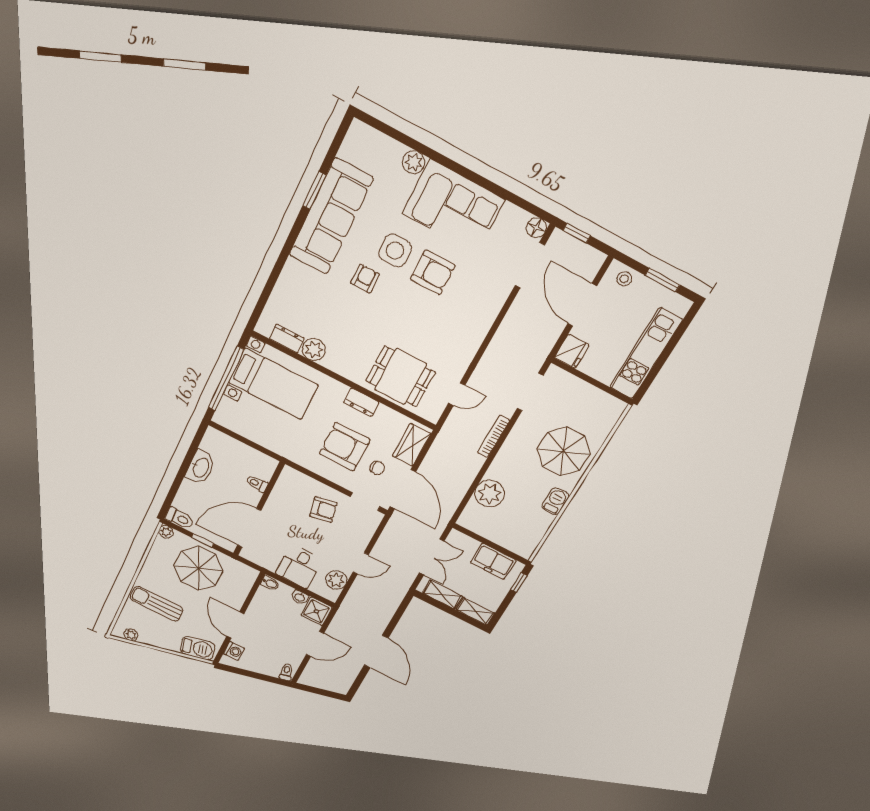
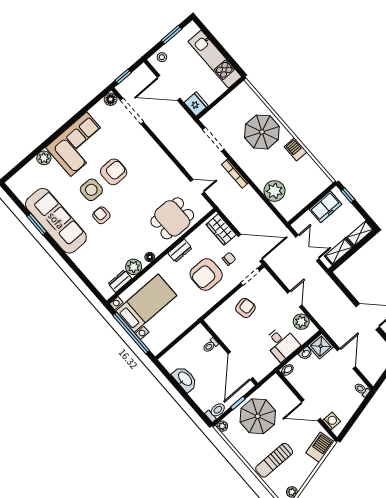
floor lamp: (336, 366) -> (150, 257), added
door: (457, 394) -> (197, 187), hinge flipped

